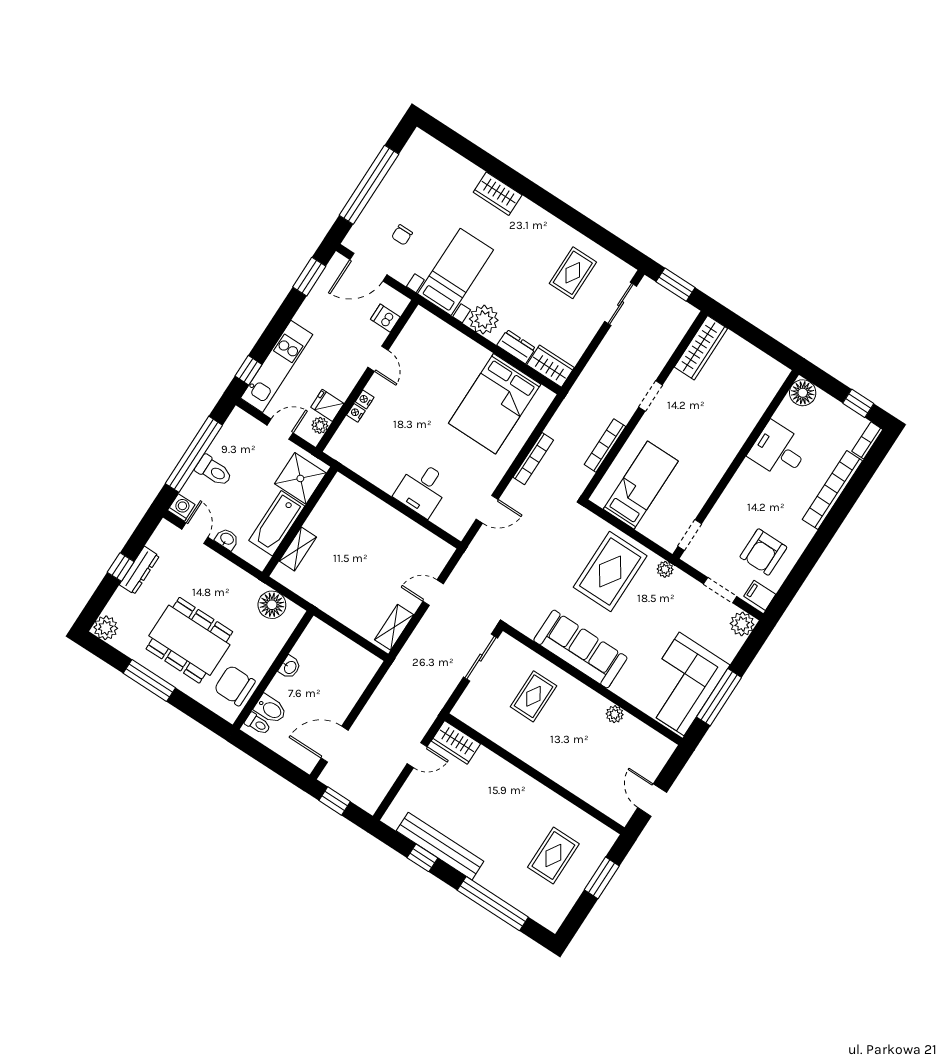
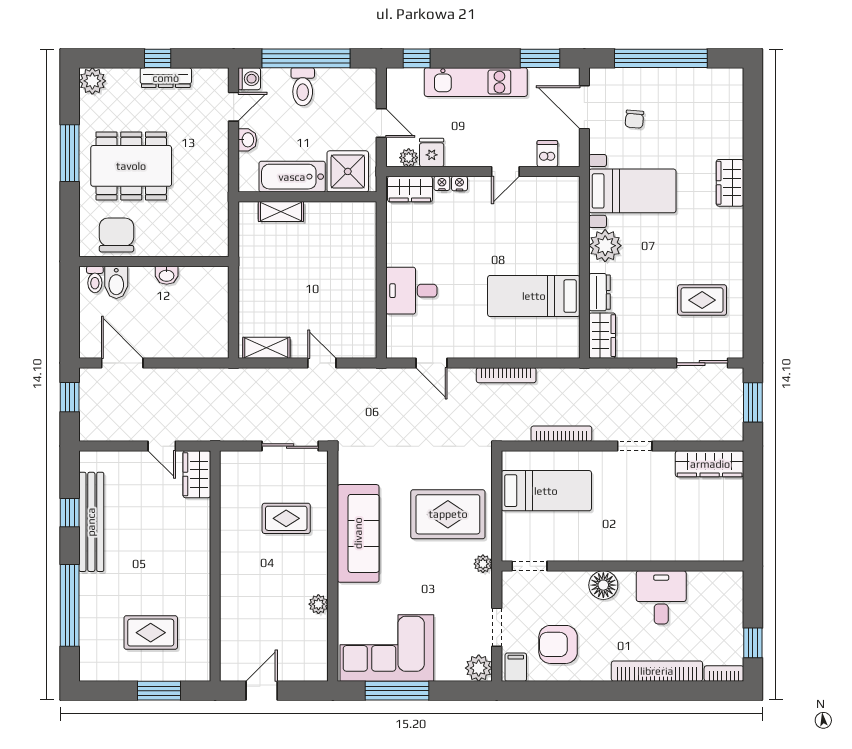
chair: (402, 235) -> (634, 119), turned -85
kitchen unit: (277, 366) -> (476, 82), moved
floor lamp: (803, 393) -> (603, 585), moved
bed: (495, 404) -> (534, 296), width x0.67
wardrobe: (344, 440) -> (410, 189), added
floor lamp: (272, 605) -> (214, 221), removed
dining table: (189, 640) -> (131, 166), turned 90

